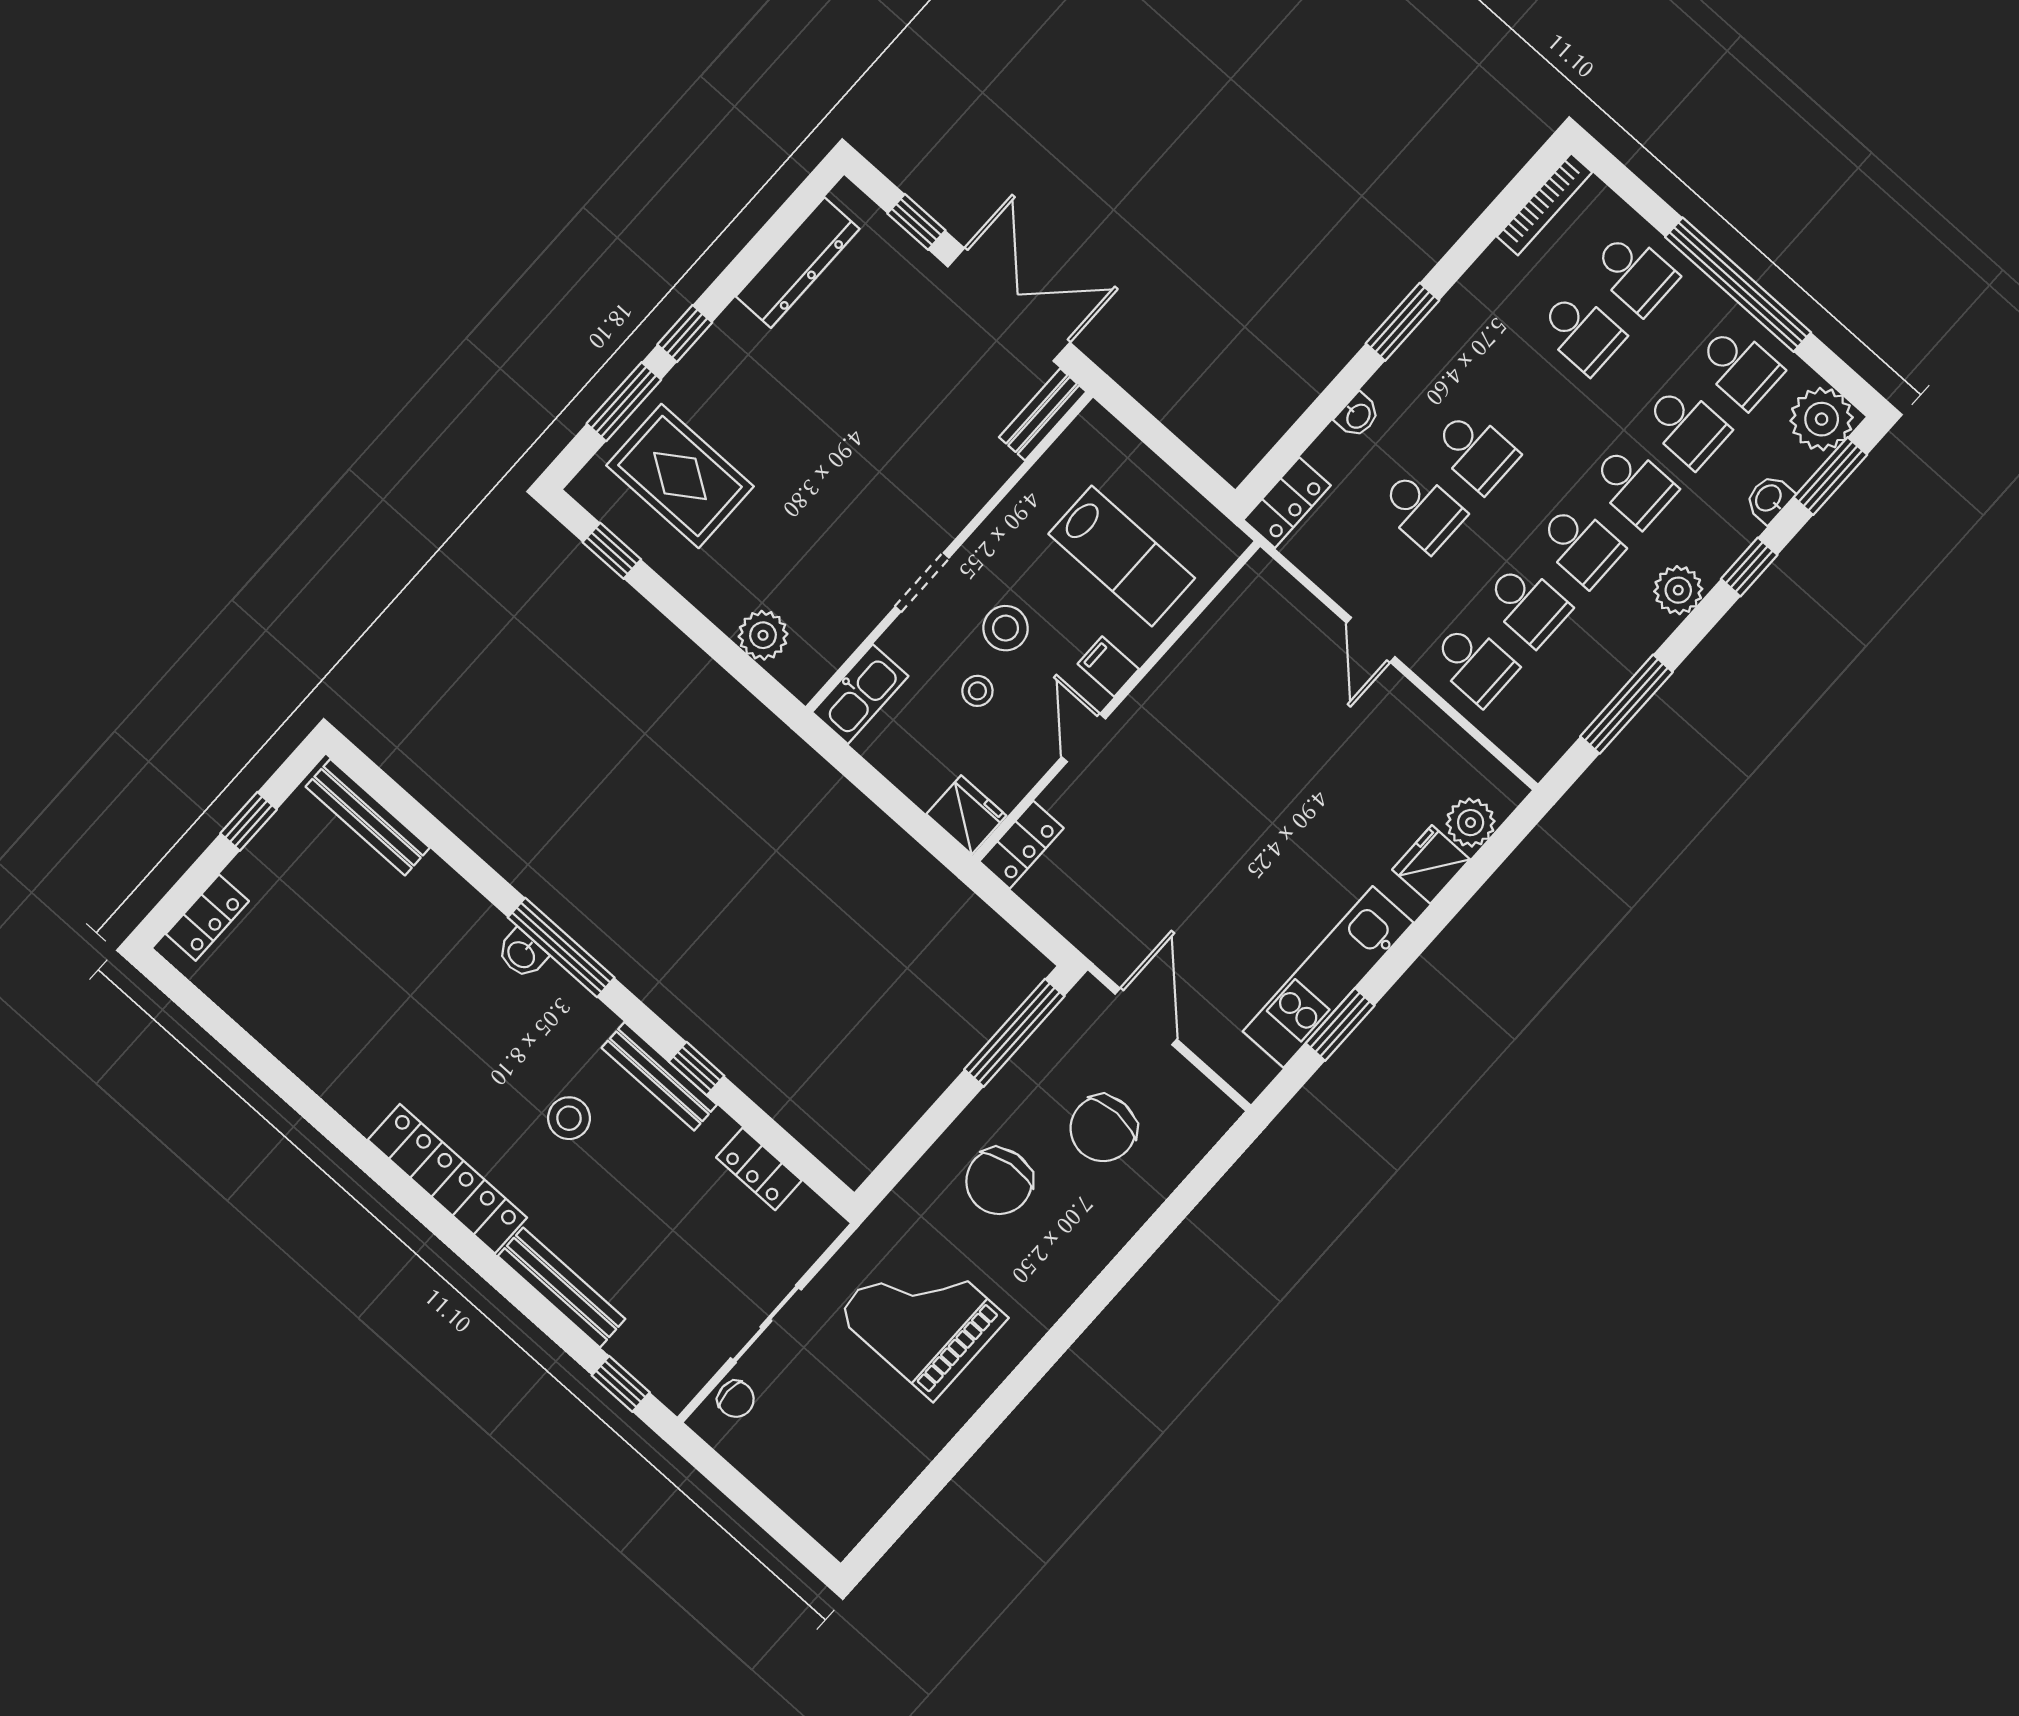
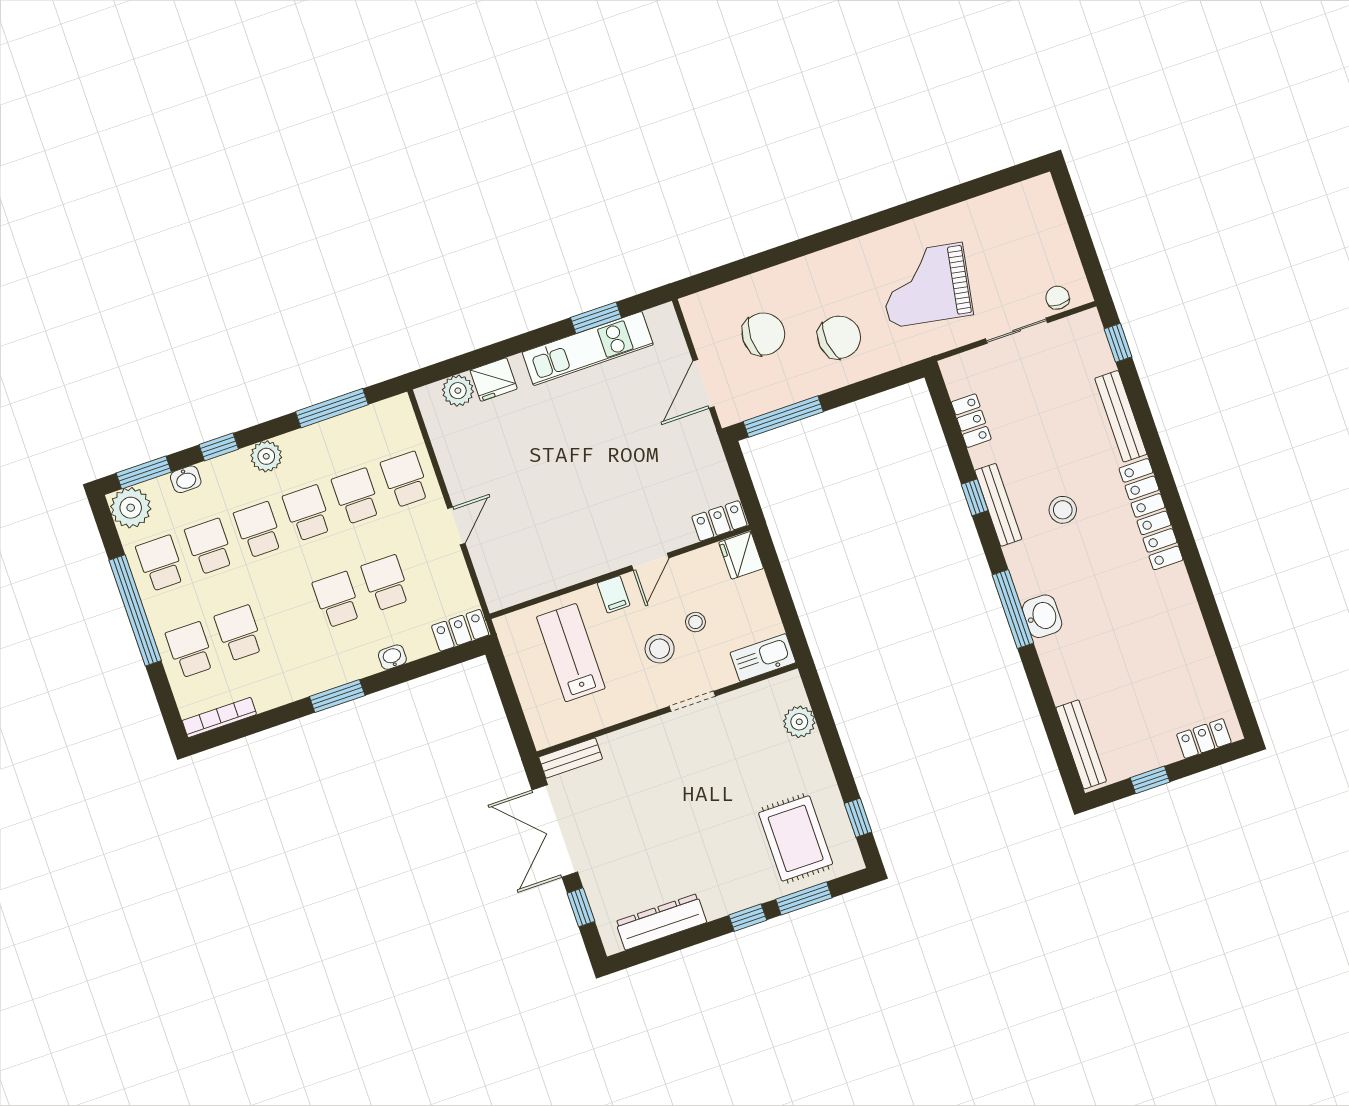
washbasin: (522, 954) -> (1042, 616), width x1.38, depth x1.45
grand piano: (922, 1317) -> (926, 285), turned 100

